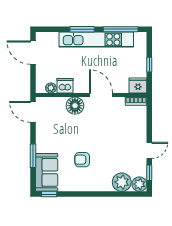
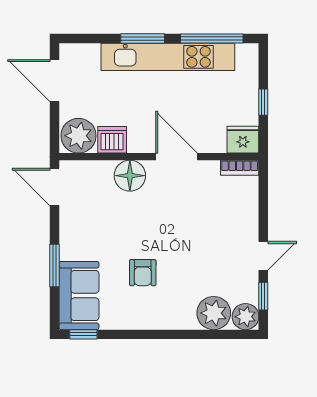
plant: (51, 88) -> (78, 136), width x1.87, depth x1.87
armchair: (82, 160) -> (143, 273), turned -90

